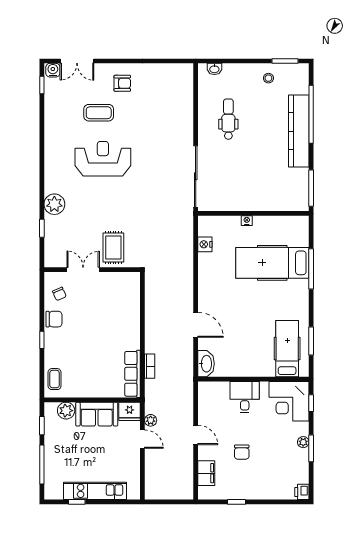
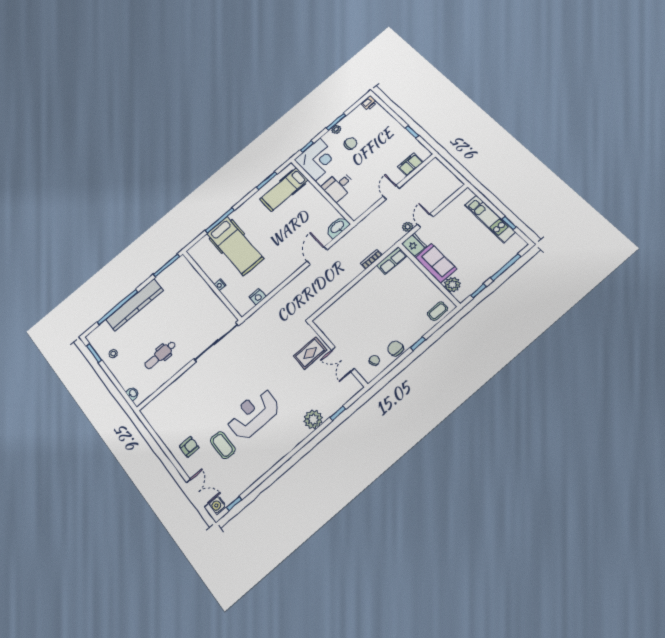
armchair: (122, 83) -> (189, 447), turned 90
reception desk: (103, 159) -> (253, 414), turned 90
row of seats: (133, 374) -> (392, 261), width x0.68
chair: (242, 452) -> (350, 144), moved

